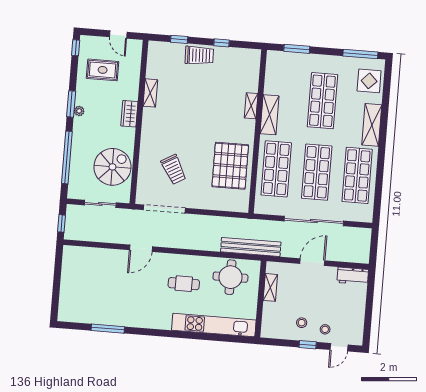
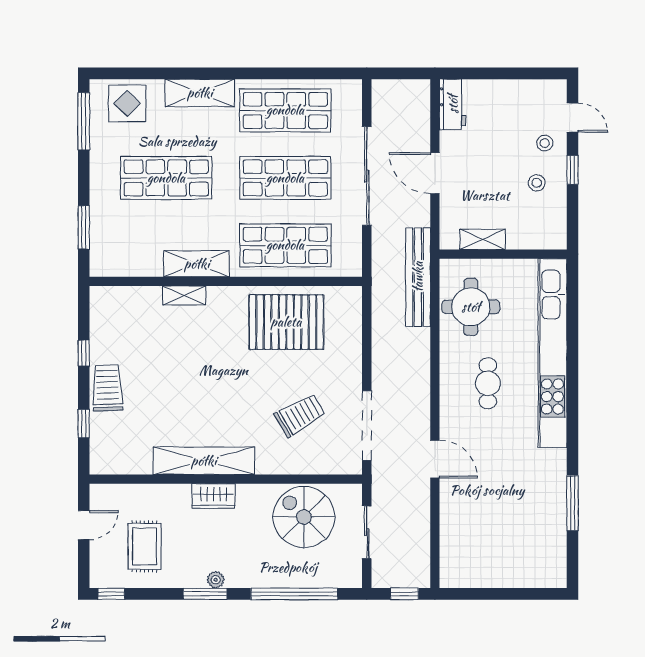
shelving: (150, 93) -> (204, 461), width x2.20, depth x1.33
kitchen unit: (214, 325) -> (552, 353), width x1.36

